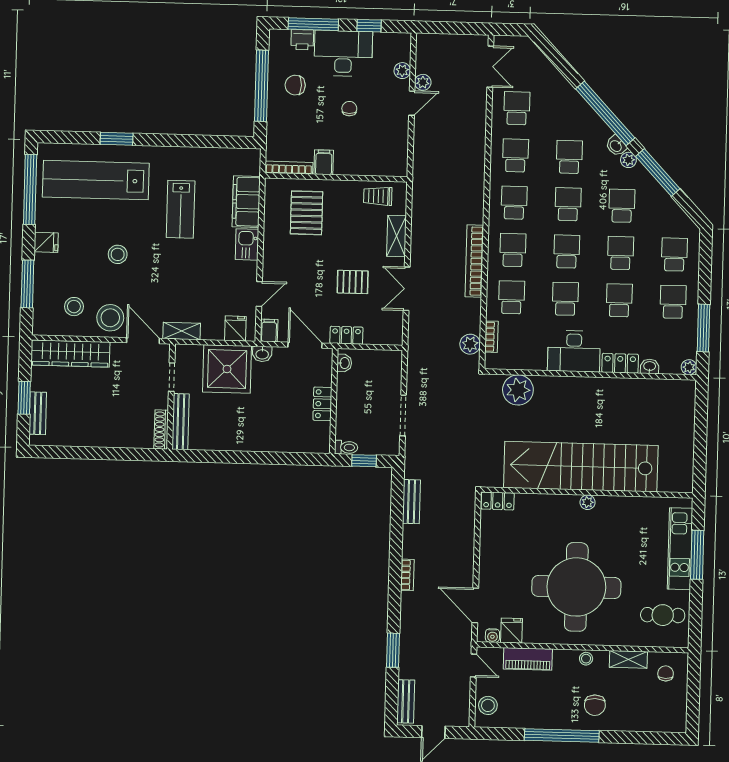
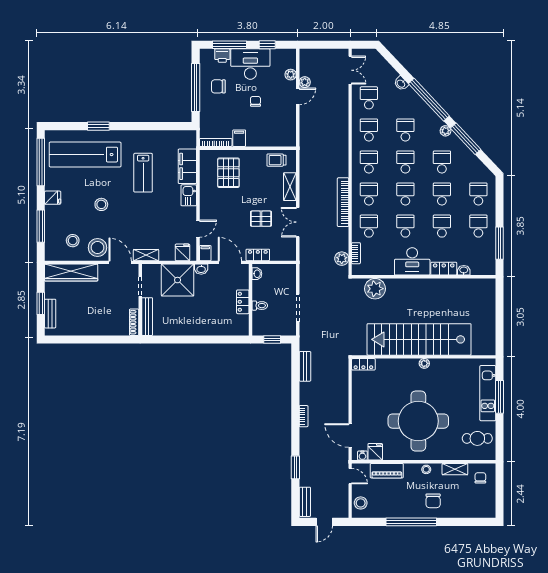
washbasin: (616, 146) -> (401, 83), moved
plant: (689, 367) -> (490, 270), removed
toilet: (346, 447) -> (260, 306), moved

